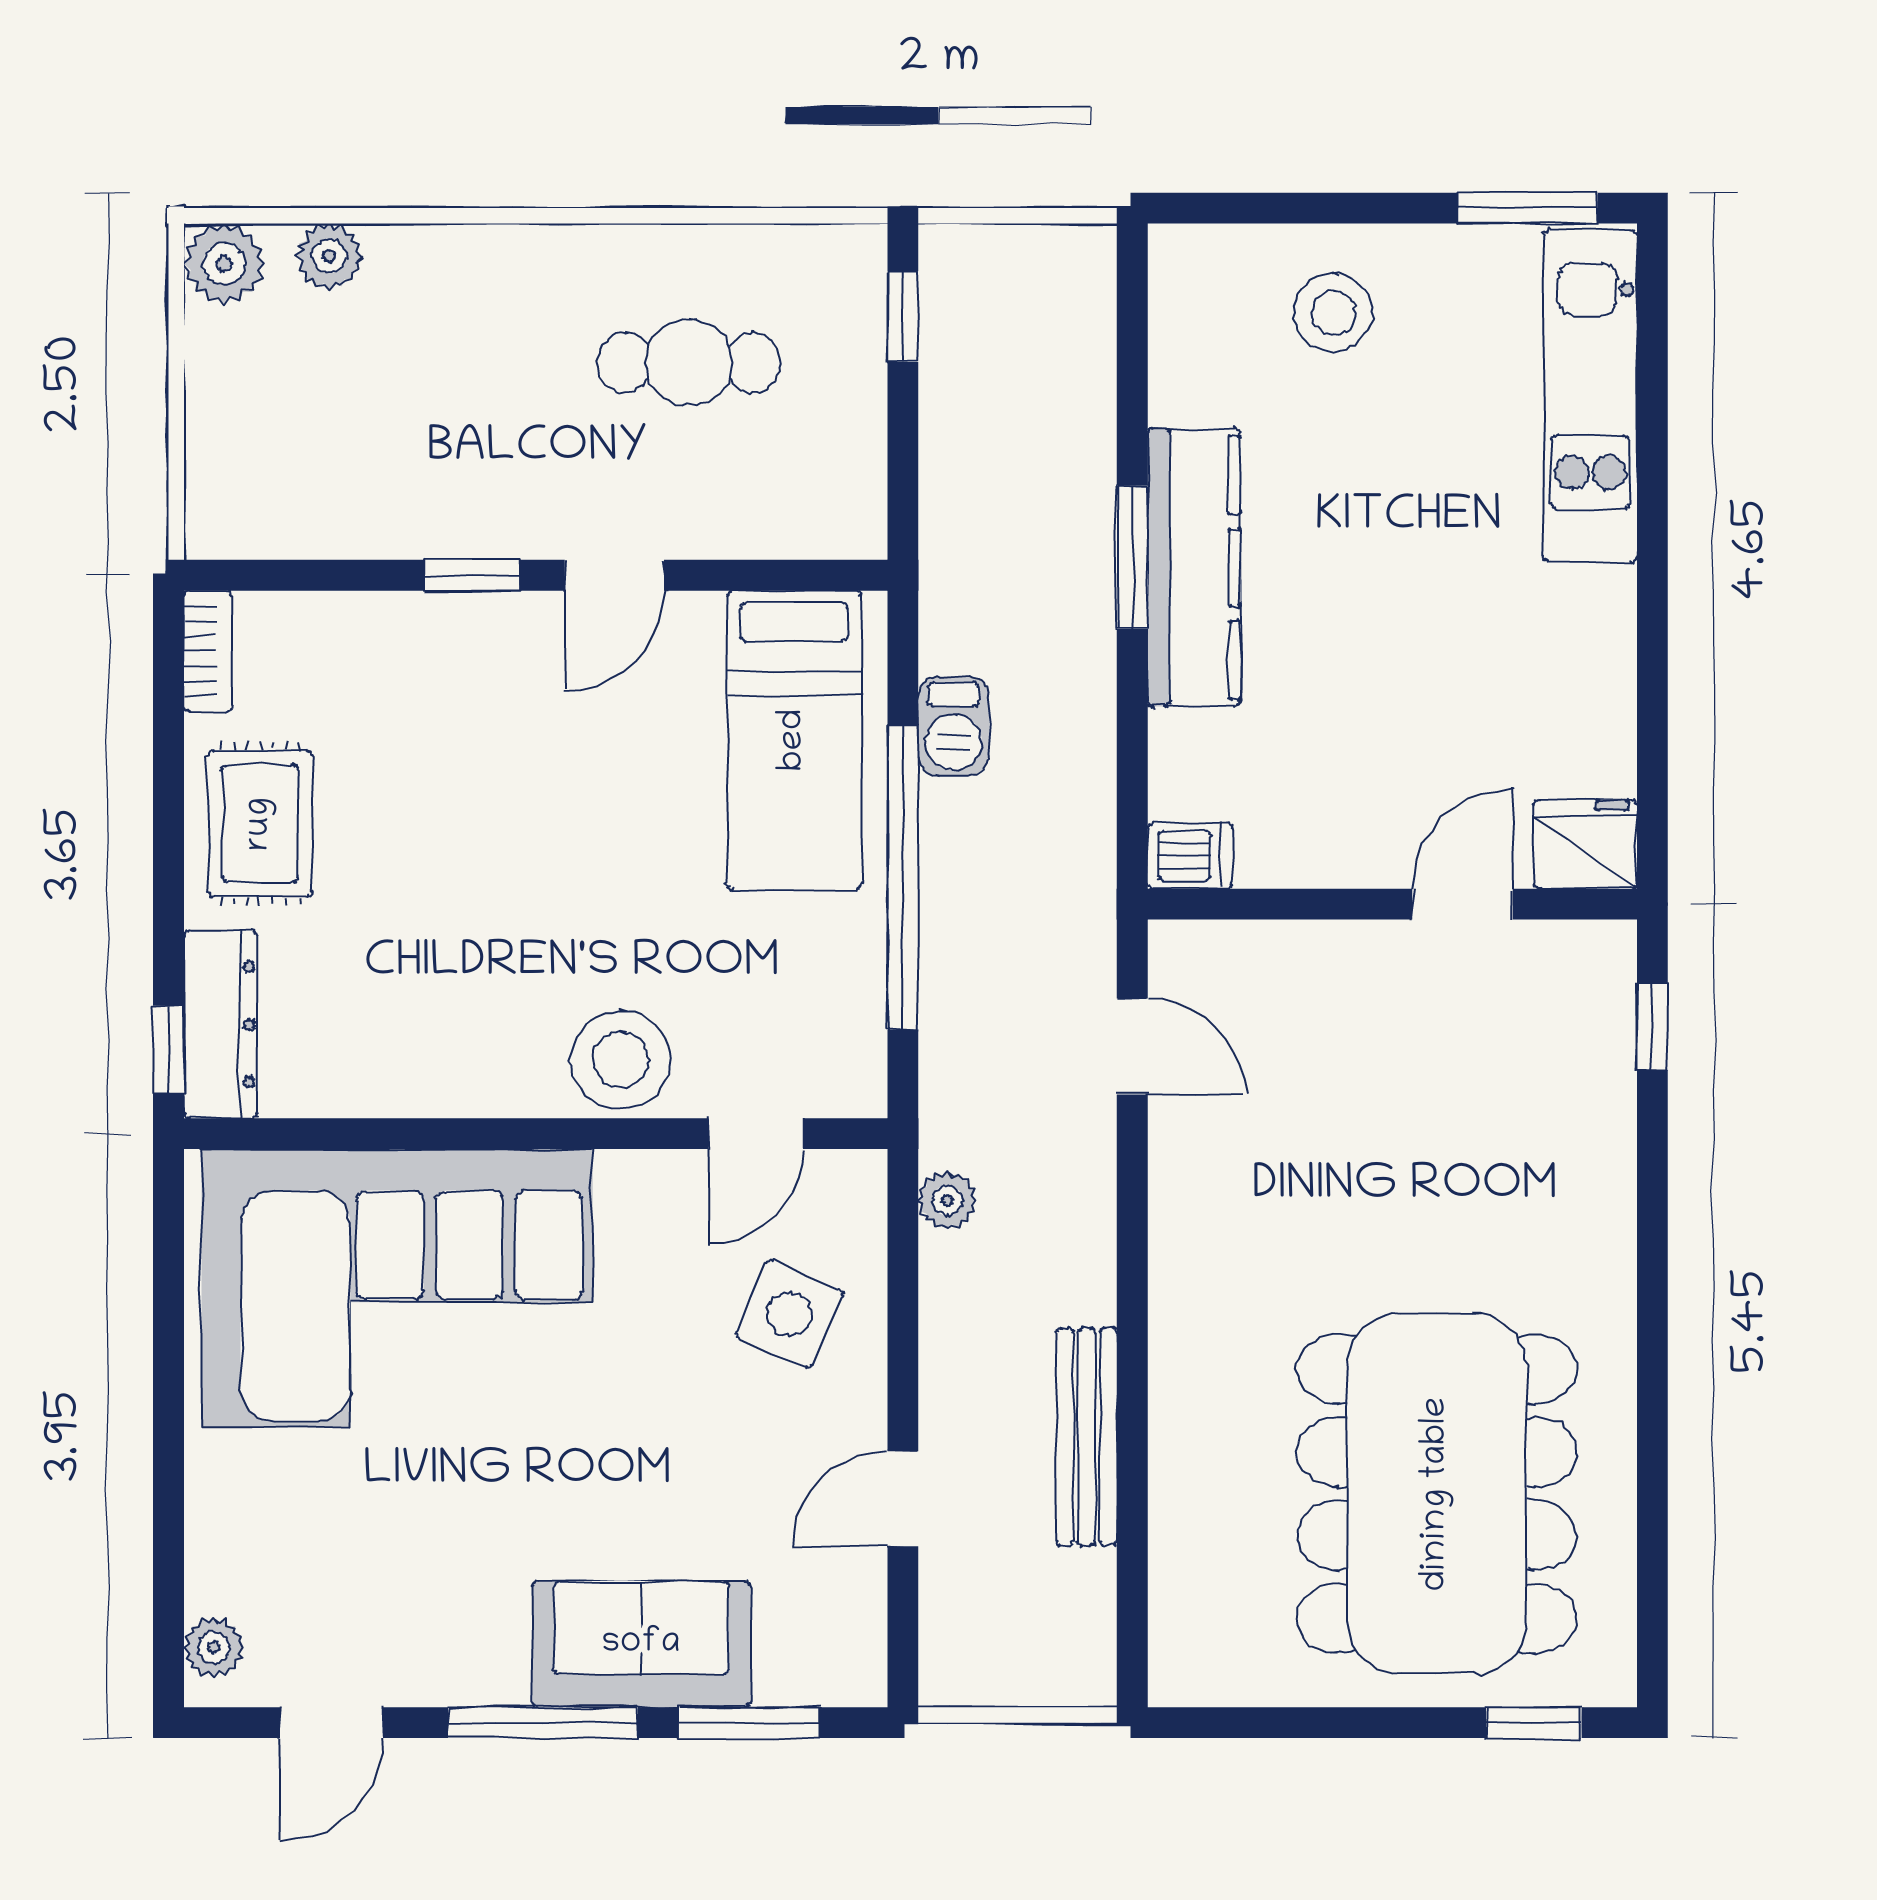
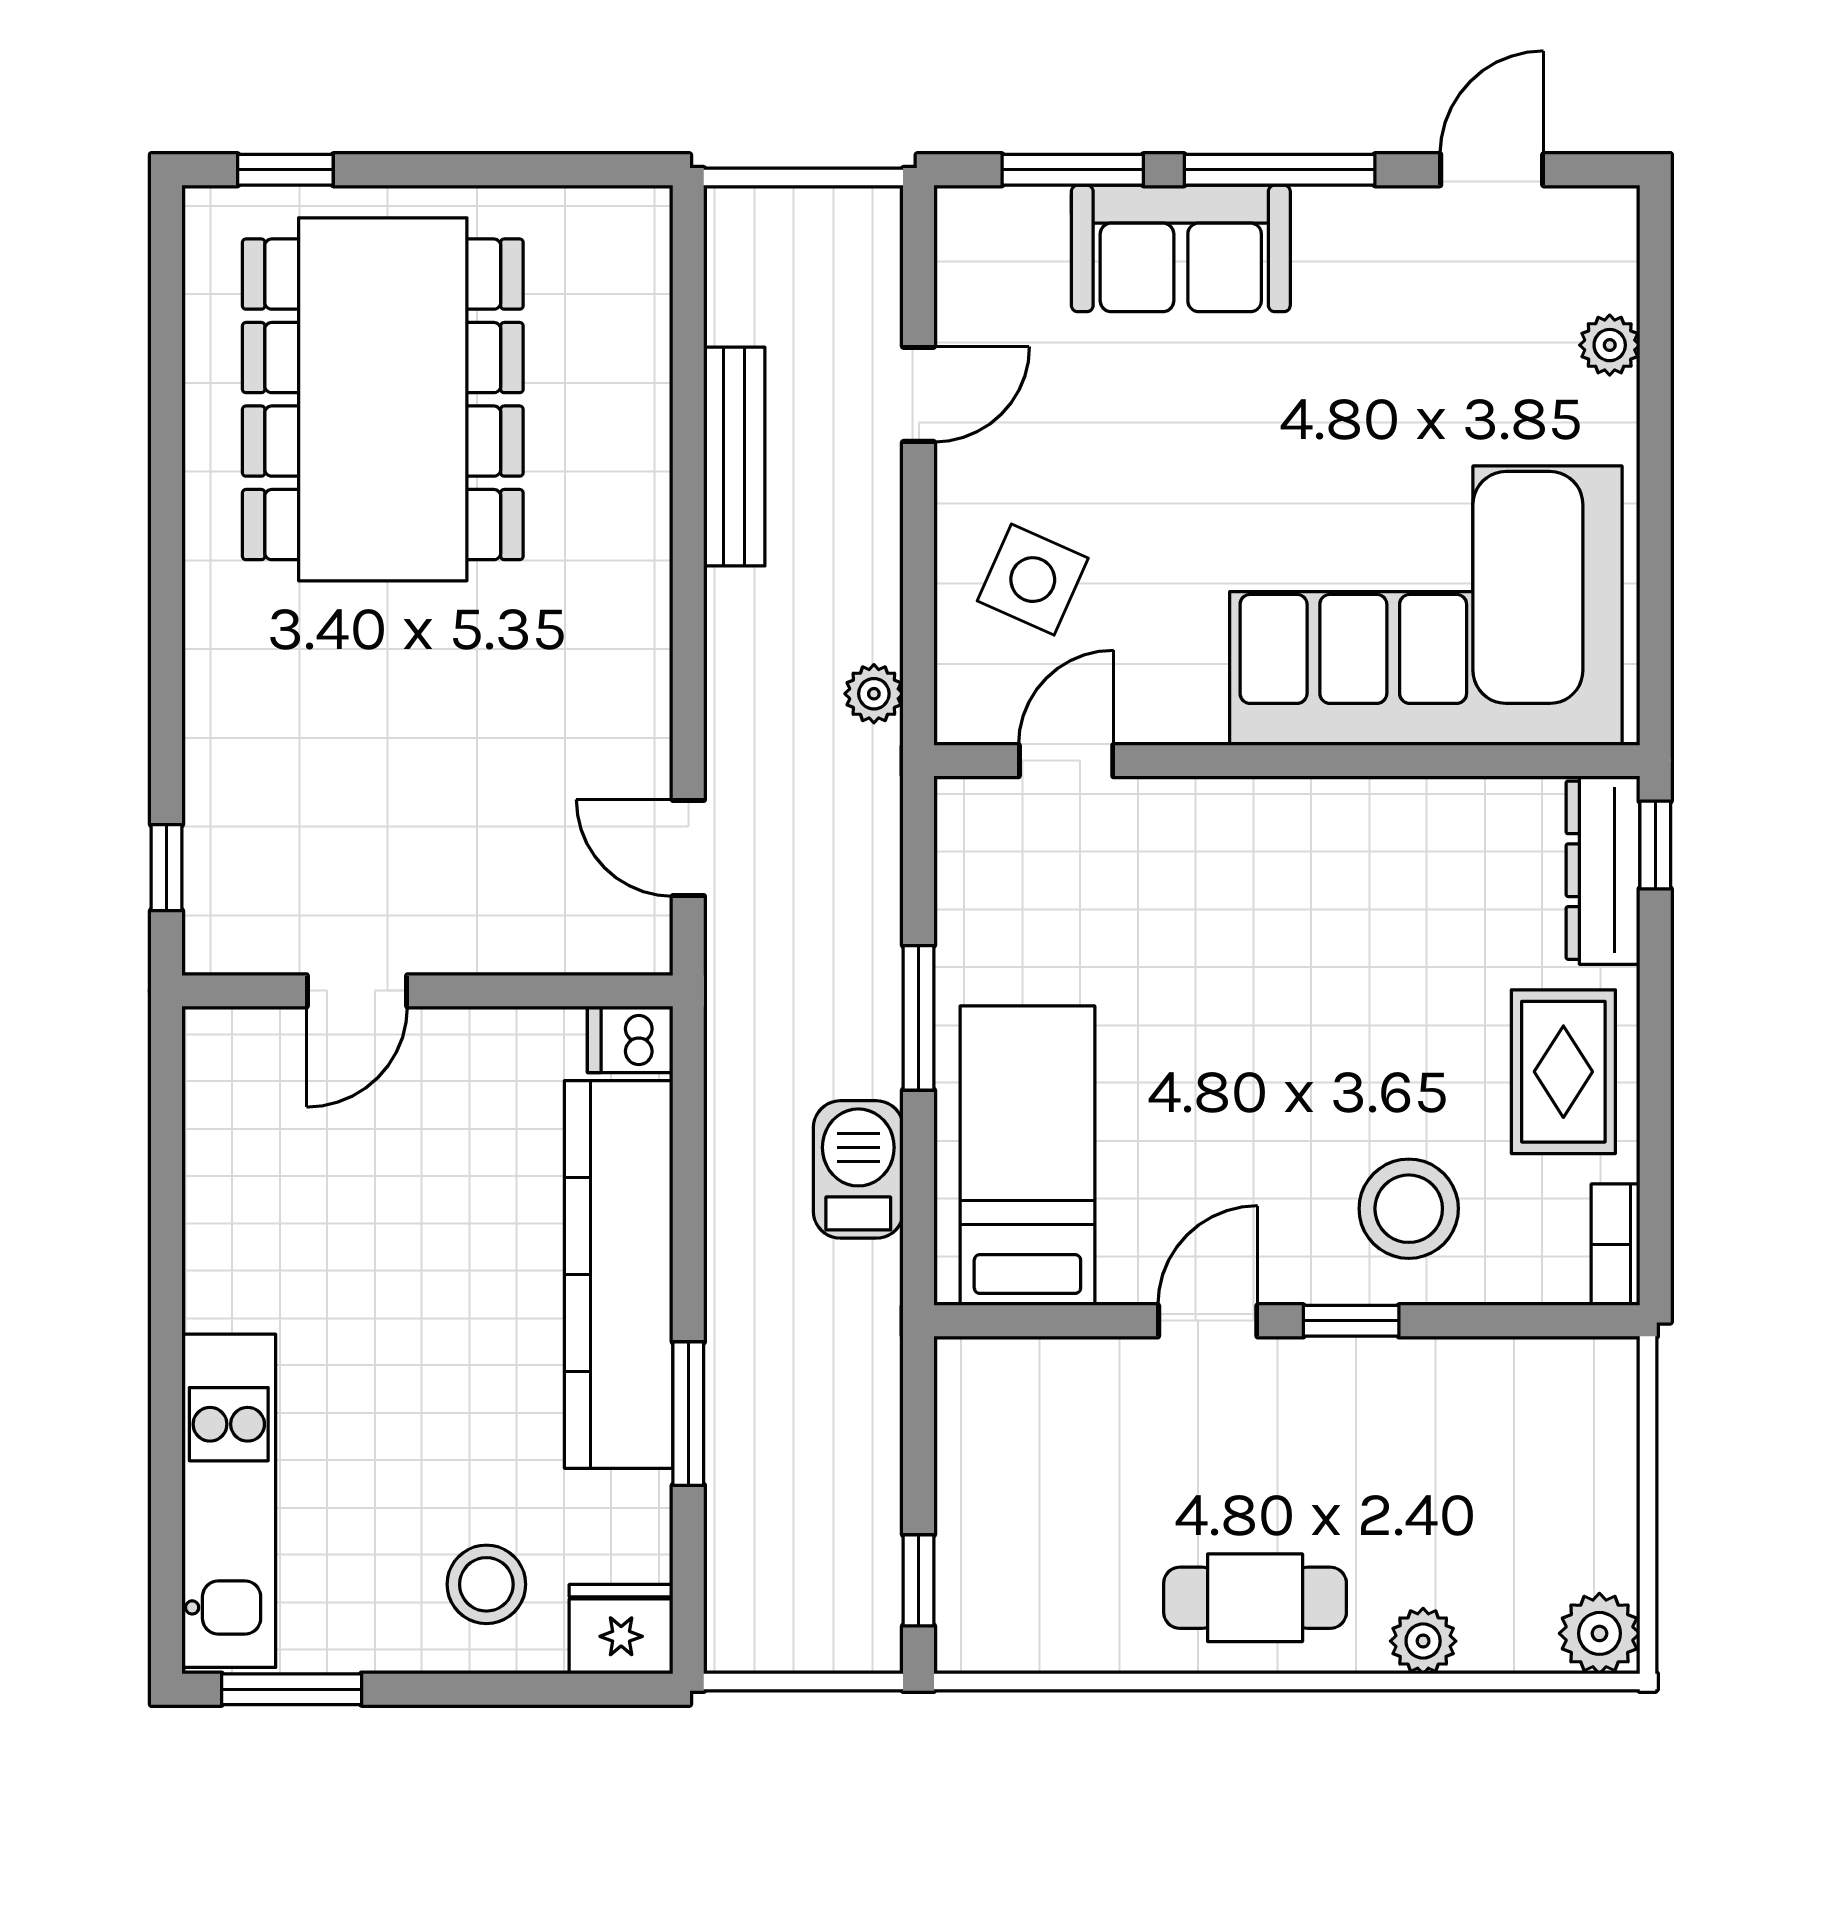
plant: (329, 256) -> (1423, 1641), moved
cafe table: (689, 363) -> (1255, 1598), moved
window: (1132, 557) -> (688, 1414), moved
kitchen counter: (1194, 567) -> (619, 1274), width x1.39, depth x1.17
barbecue: (953, 726) -> (858, 1169), width x1.38, depth x1.27
fridge: (1585, 844) -> (621, 1629), moved, turned 180
window: (903, 877) -> (919, 1018), width x0.47
stool: (621, 1060) -> (1409, 1209), moved
plant: (214, 1647) -> (1610, 345), moved

